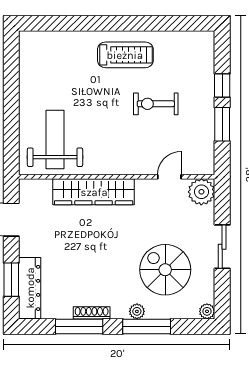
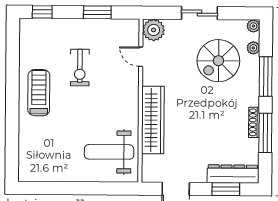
window: (222, 86) -> (42, 12), moved
plant: (137, 311) -> (253, 48), moved

